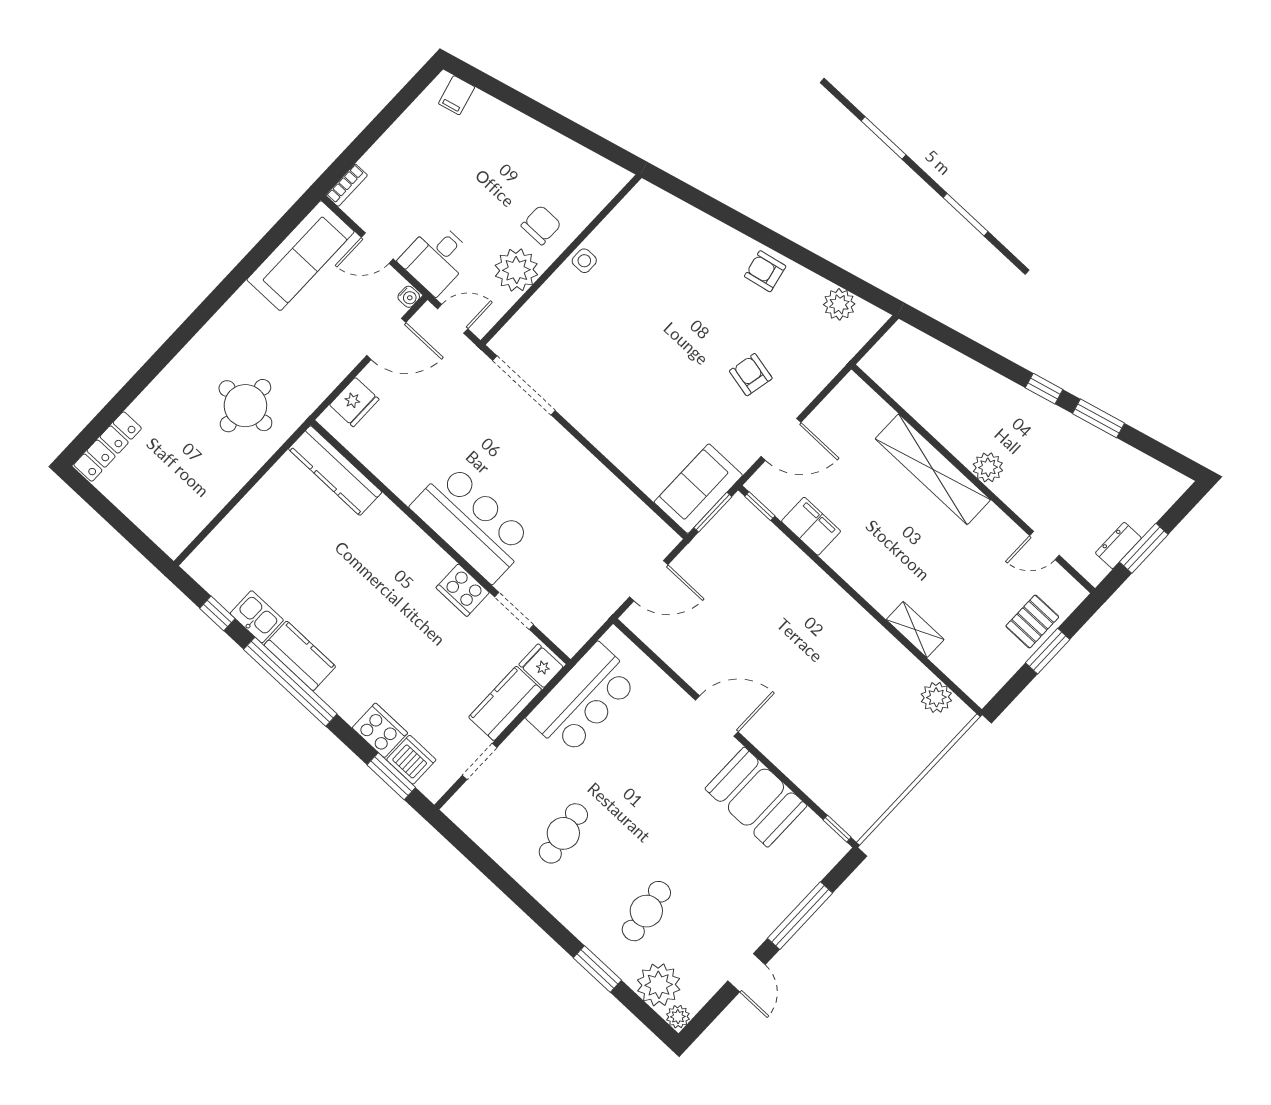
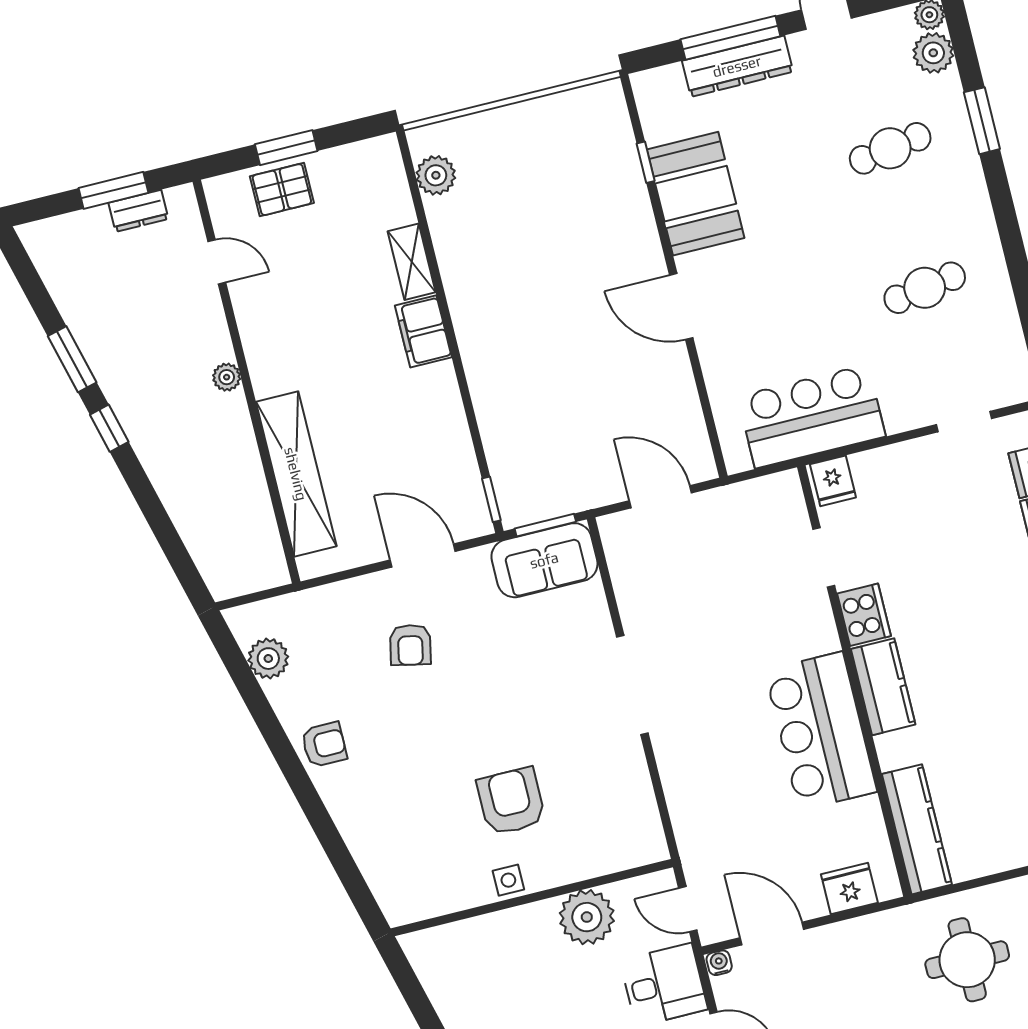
chair: (541, 225) -> (529, 948), removed
armchair: (765, 271) -> (324, 745), turned -78
armchair: (616, 314) -> (511, 801), added
doorway: (524, 385) -> (632, 685), moved
plant: (988, 467) -> (227, 377), width x0.73, depth x0.73
shelving: (933, 469) -> (296, 474), moved
bar counter: (472, 523) -> (821, 731), moved
filing cabinet: (811, 526) -> (423, 331), moved
kitchen counter: (505, 703) -> (883, 687), moved, turned -90
window: (837, 829) -> (646, 162), moved
dresser: (783, 900) -> (737, 66), added
plant: (659, 985) -> (933, 53), width x0.73, depth x0.73

